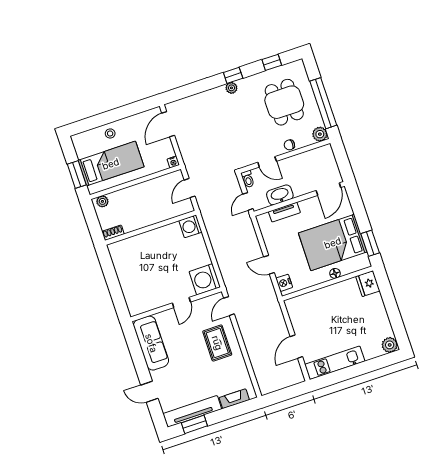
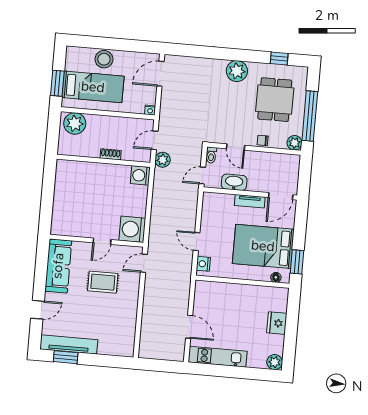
window: (233, 75) -> (239, 55), removed
plant: (231, 88) -> (237, 71), width x1.88, depth x1.88
stool: (110, 133) -> (104, 59), width x1.89, depth x1.89
plant: (102, 201) -> (75, 123), width x1.87, depth x1.87
plant: (205, 203) -> (163, 160), added
tv unit: (284, 212) -> (250, 201), moved
shoe rack: (113, 233) -> (111, 154), moved
floor lamp: (335, 273) -> (276, 277), moved
fridge: (368, 284) -> (277, 323), moved
rug: (217, 343) -> (103, 282), moved, turned 90
door: (296, 347) -> (189, 327), swing flipped
door: (149, 392) -> (38, 310), swing flipped
fireplace: (234, 399) -> (112, 350), removed

